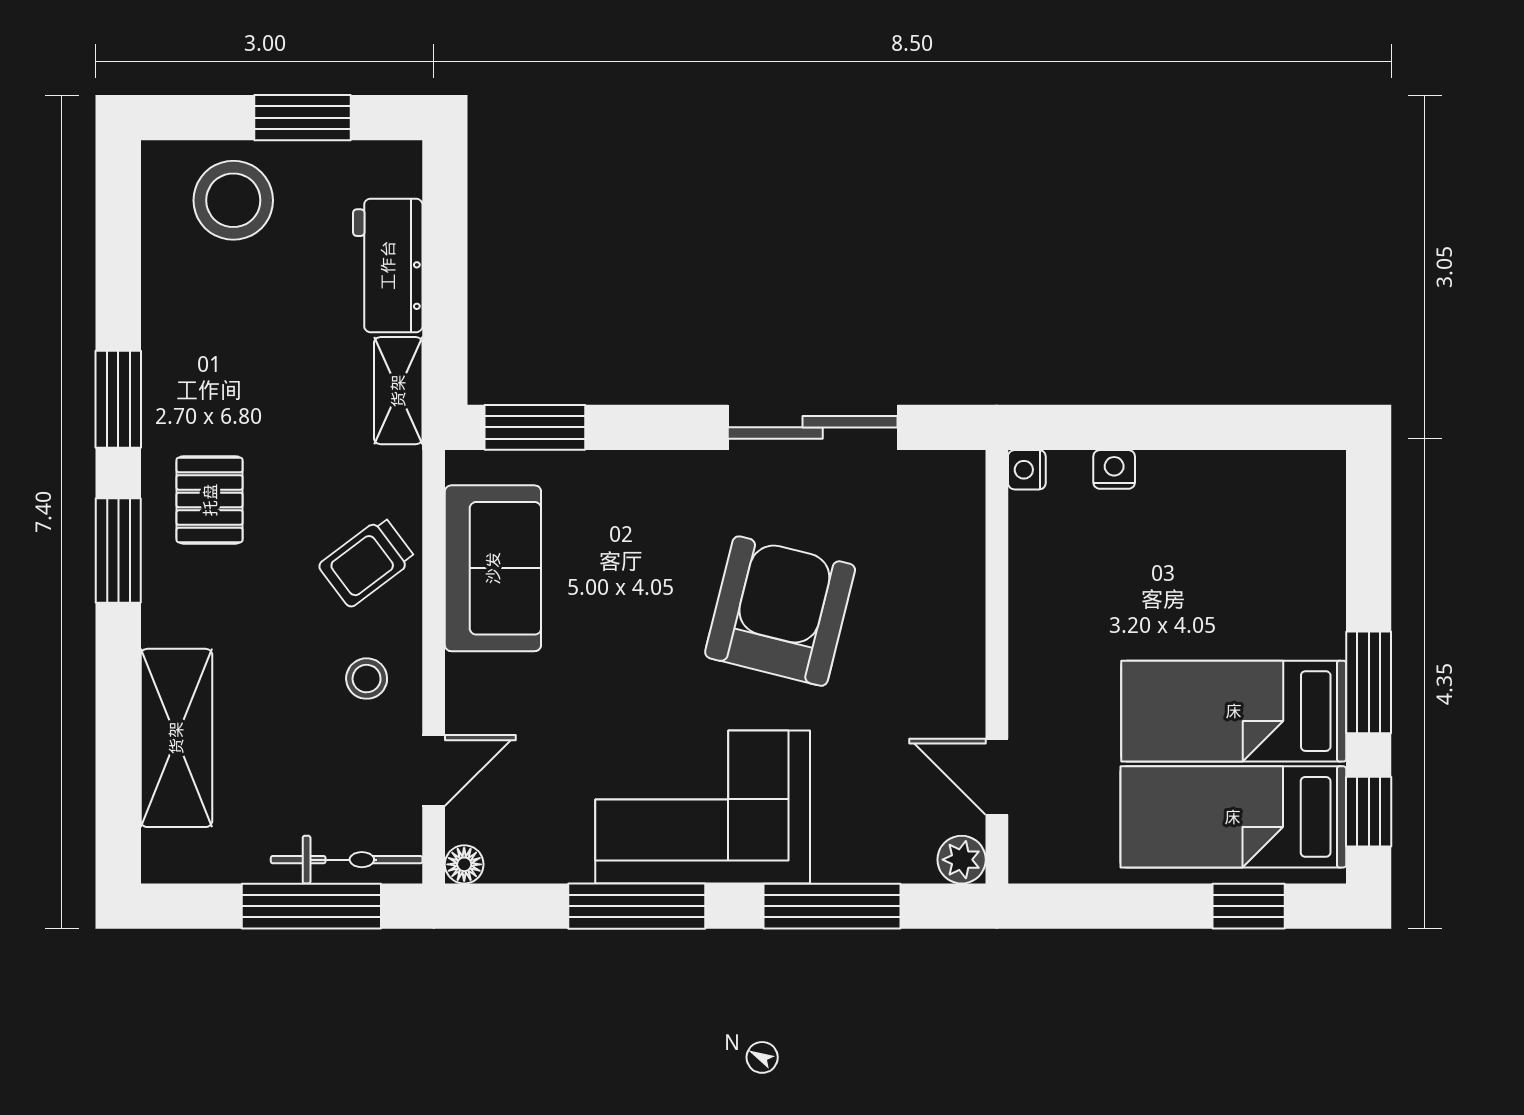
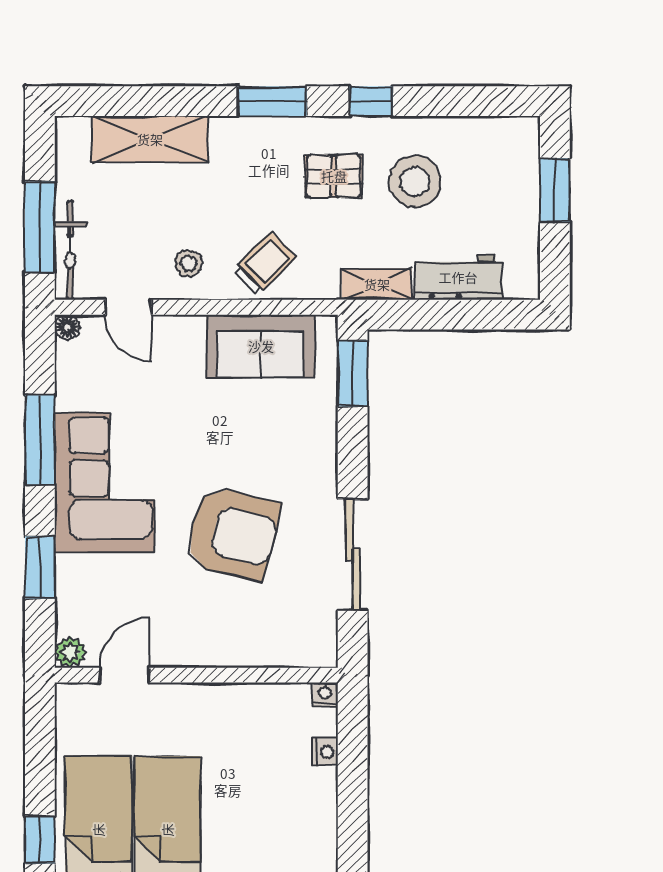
window: (303, 118) -> (555, 190), moved
stool: (233, 200) -> (415, 181), moved
window: (118, 399) -> (371, 101), width x0.67
pallet: (210, 500) -> (334, 176), moved
trolley: (367, 562) -> (265, 264), turned 82
window: (832, 906) -> (40, 567), width x0.69

